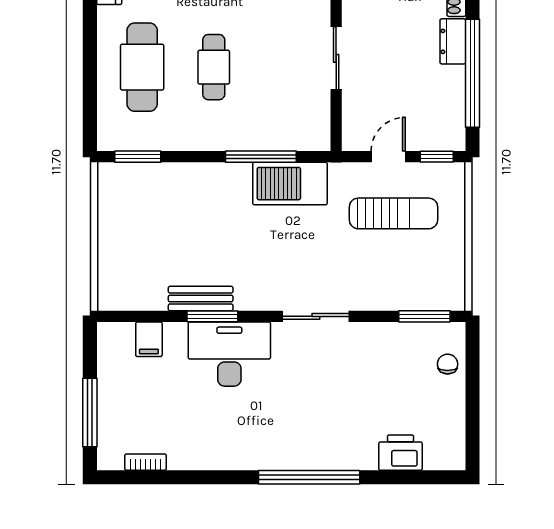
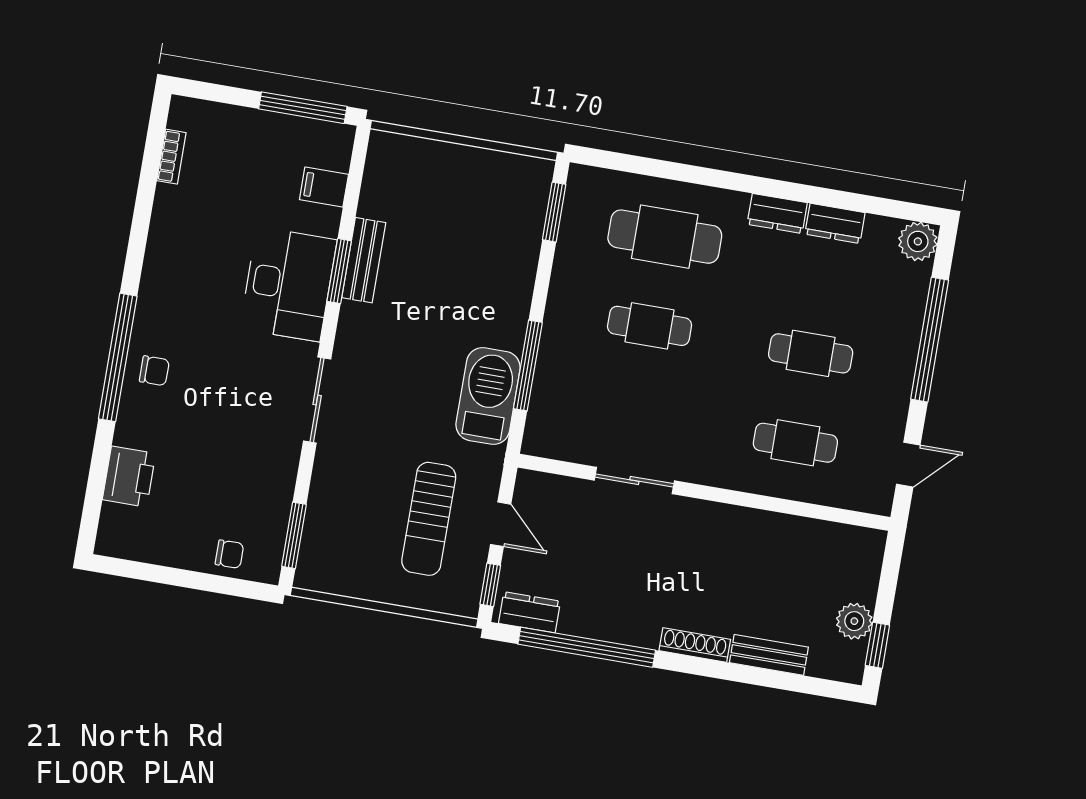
dresser: (453, 41) -> (529, 612), moved
window: (90, 413) -> (303, 108), moved
chair: (315, 447) -> (154, 371), added

